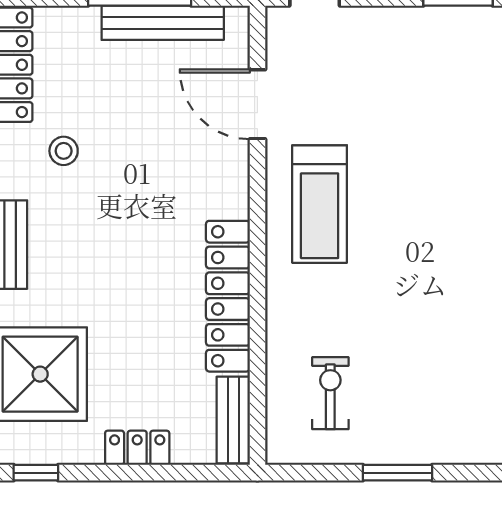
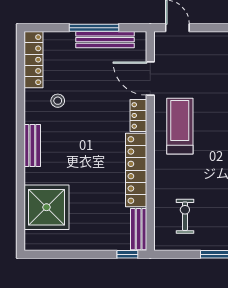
treadmill: (320, 204) -> (180, 126), turned 180
locker: (137, 448) -> (138, 115), moved, turned -90
window: (36, 473) -> (127, 254), moved

